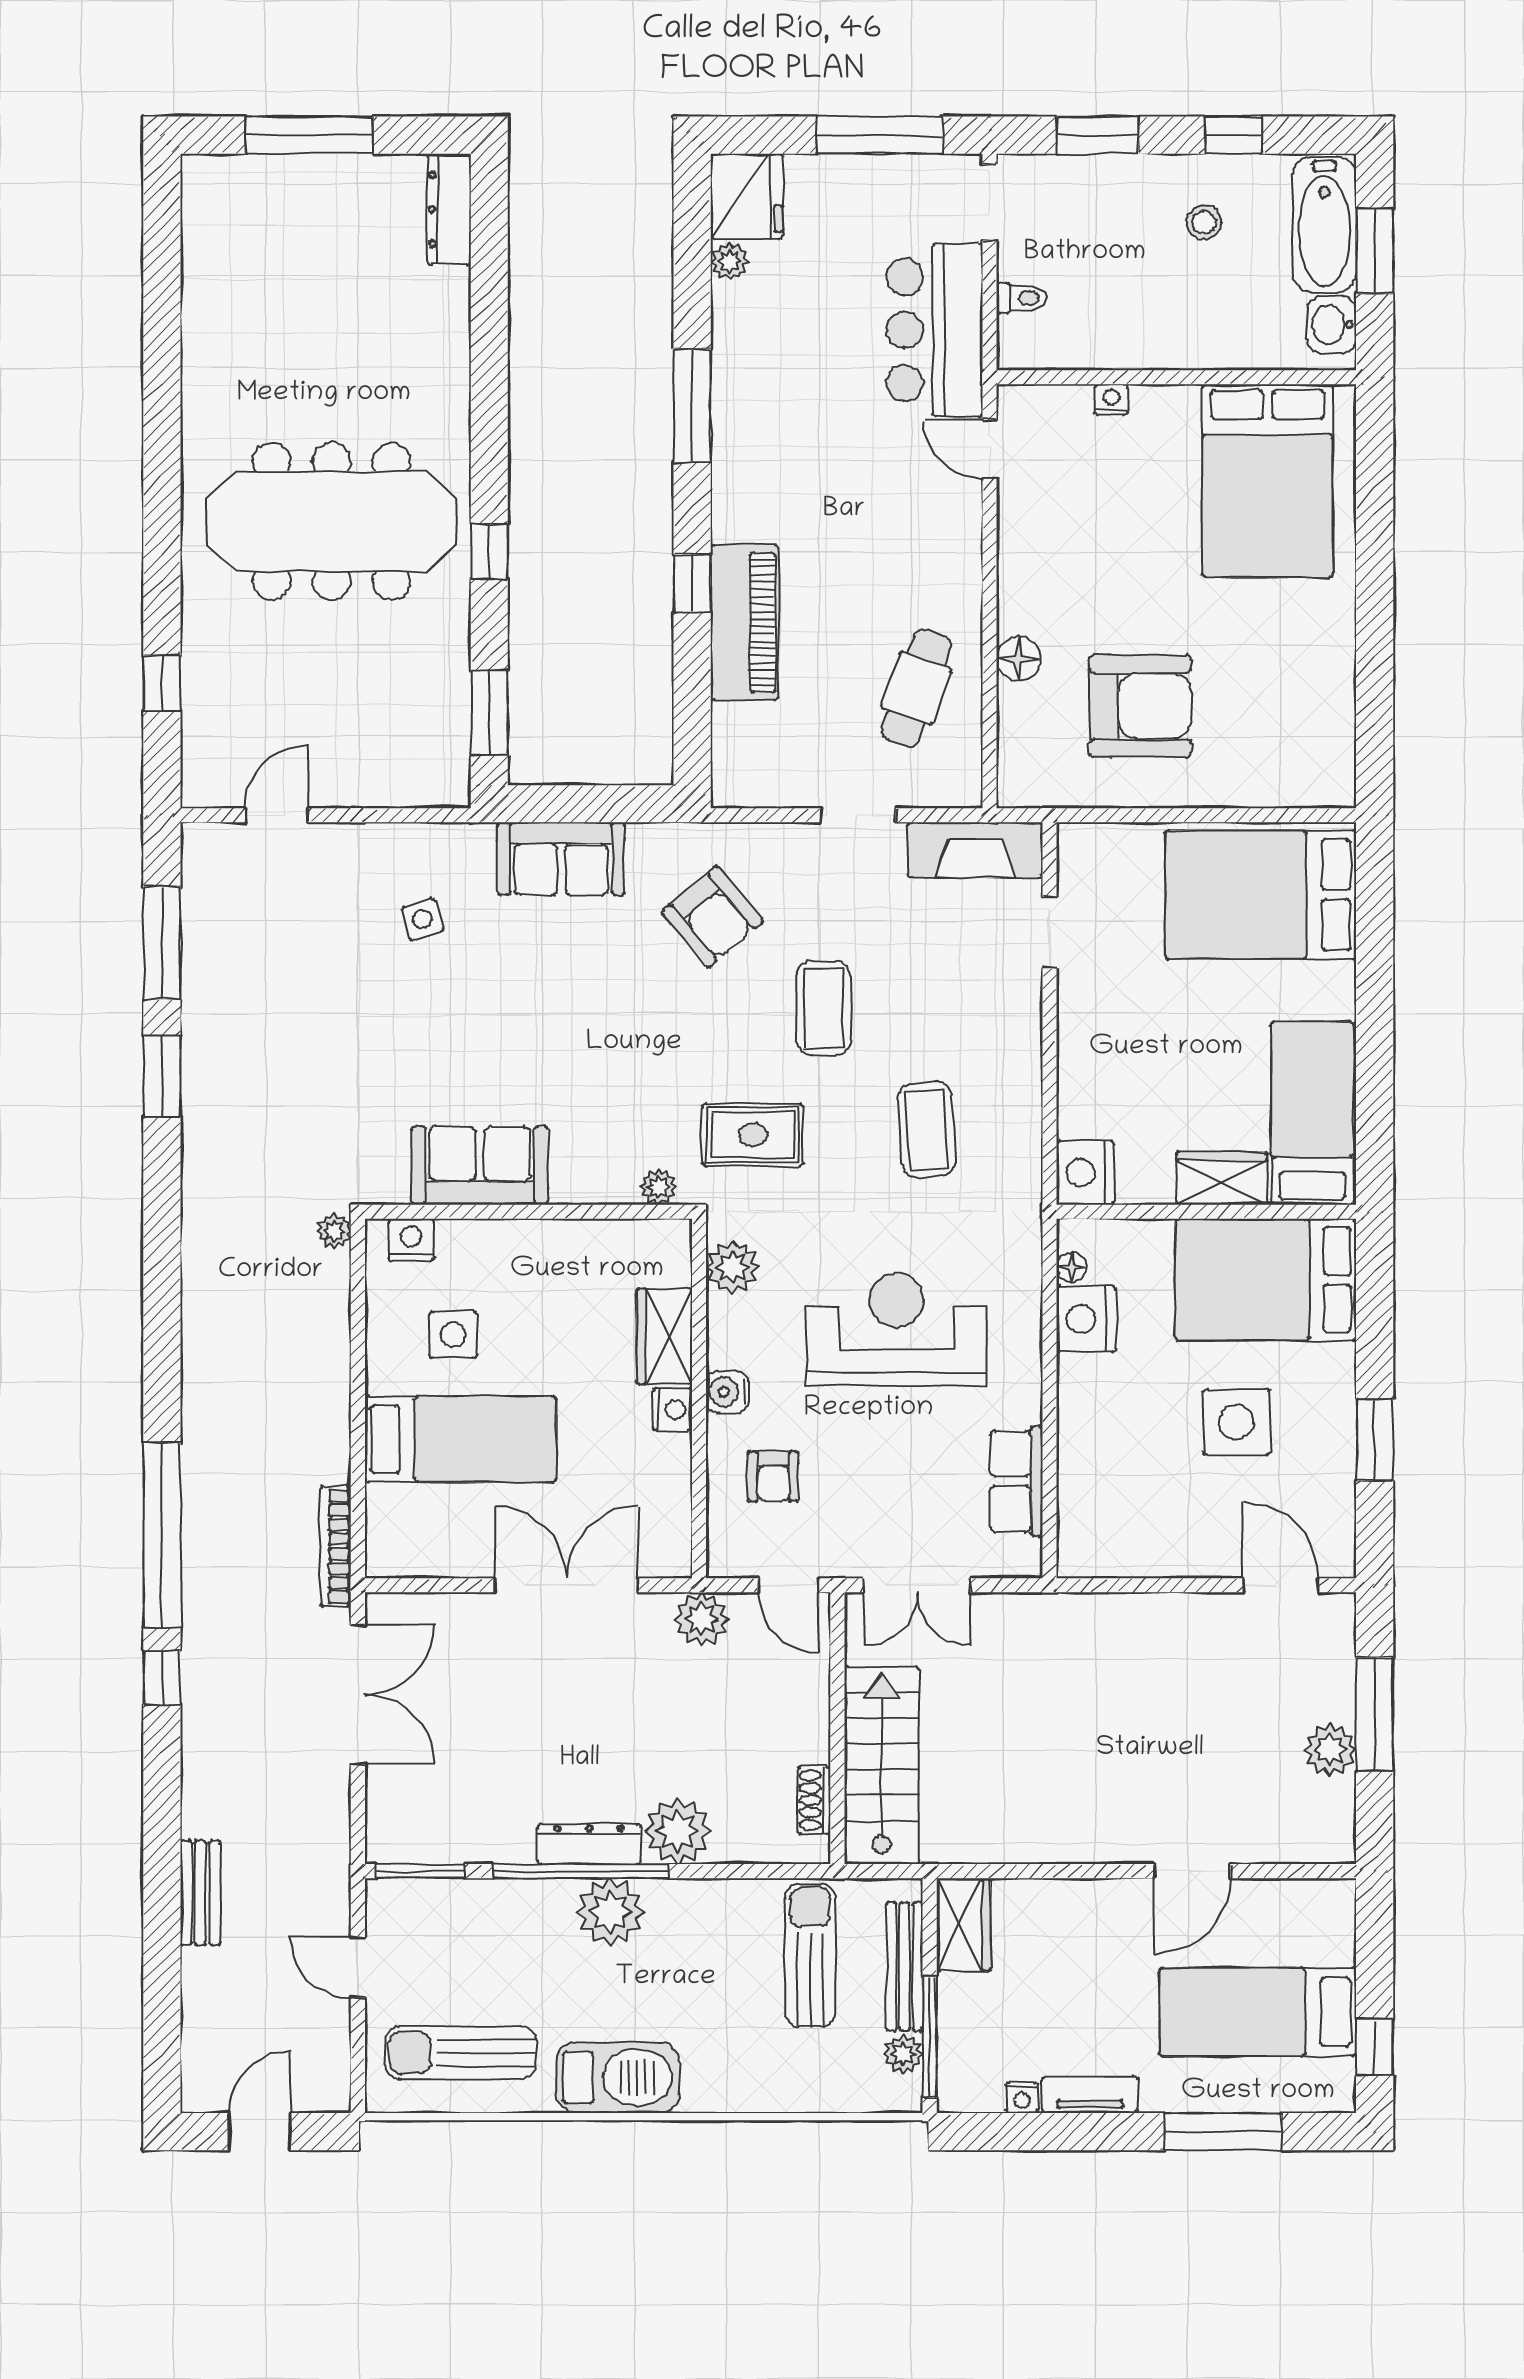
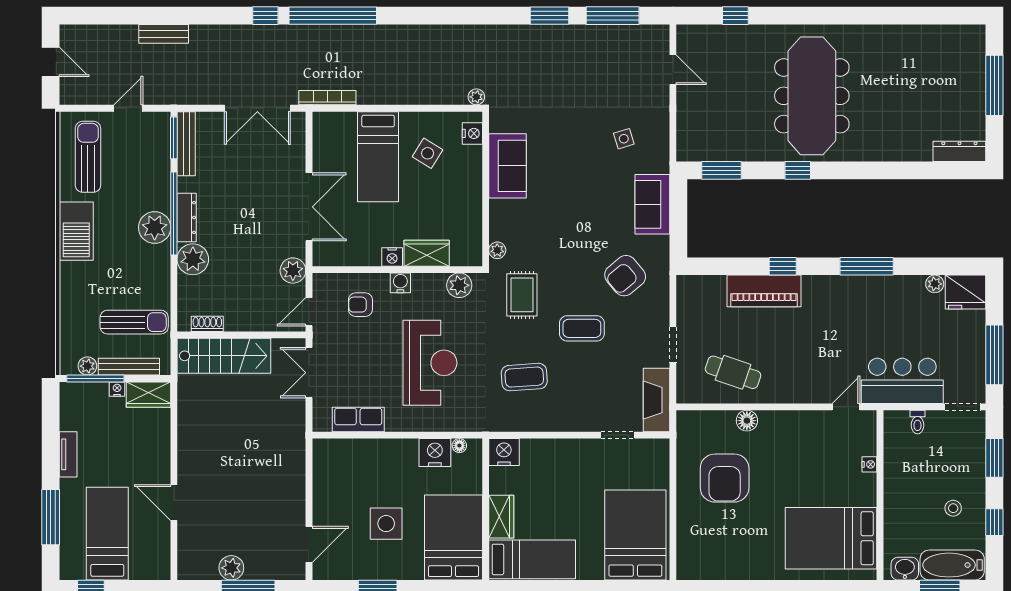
side table: (453, 1334) -> (428, 153), turned 32
bench: (433, 1845) -> (186, 144), added
nightstand: (1022, 2098) -> (117, 389), moved, turned 90

